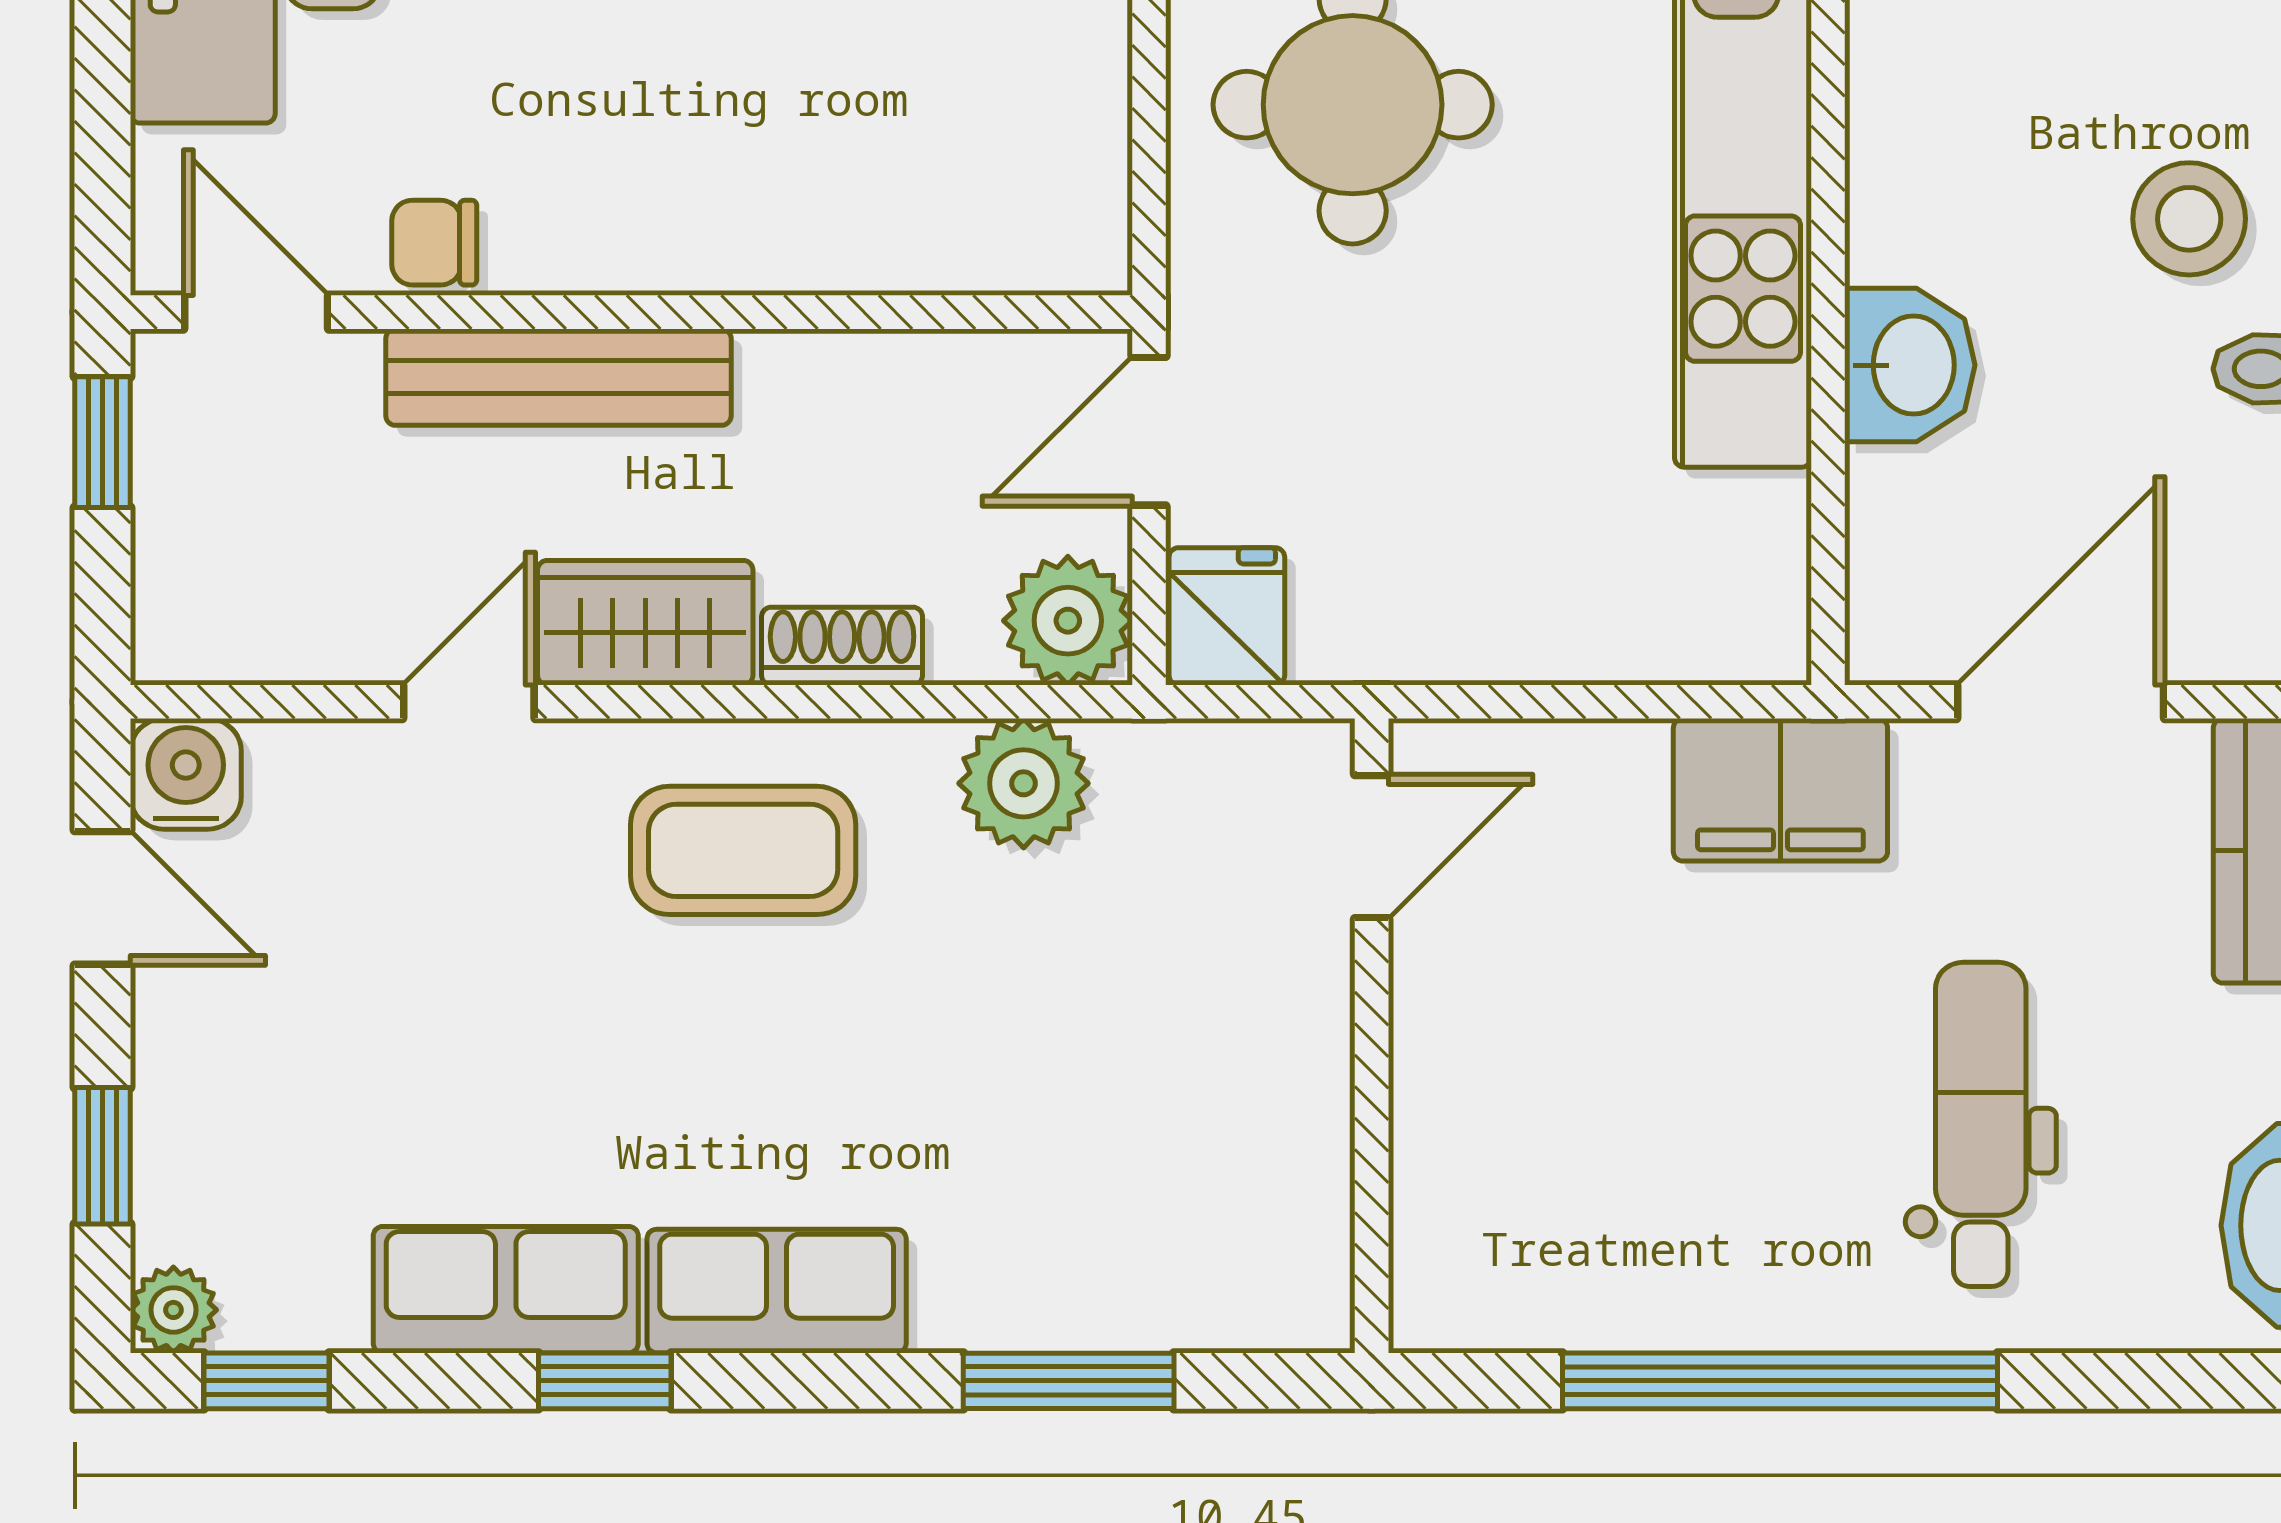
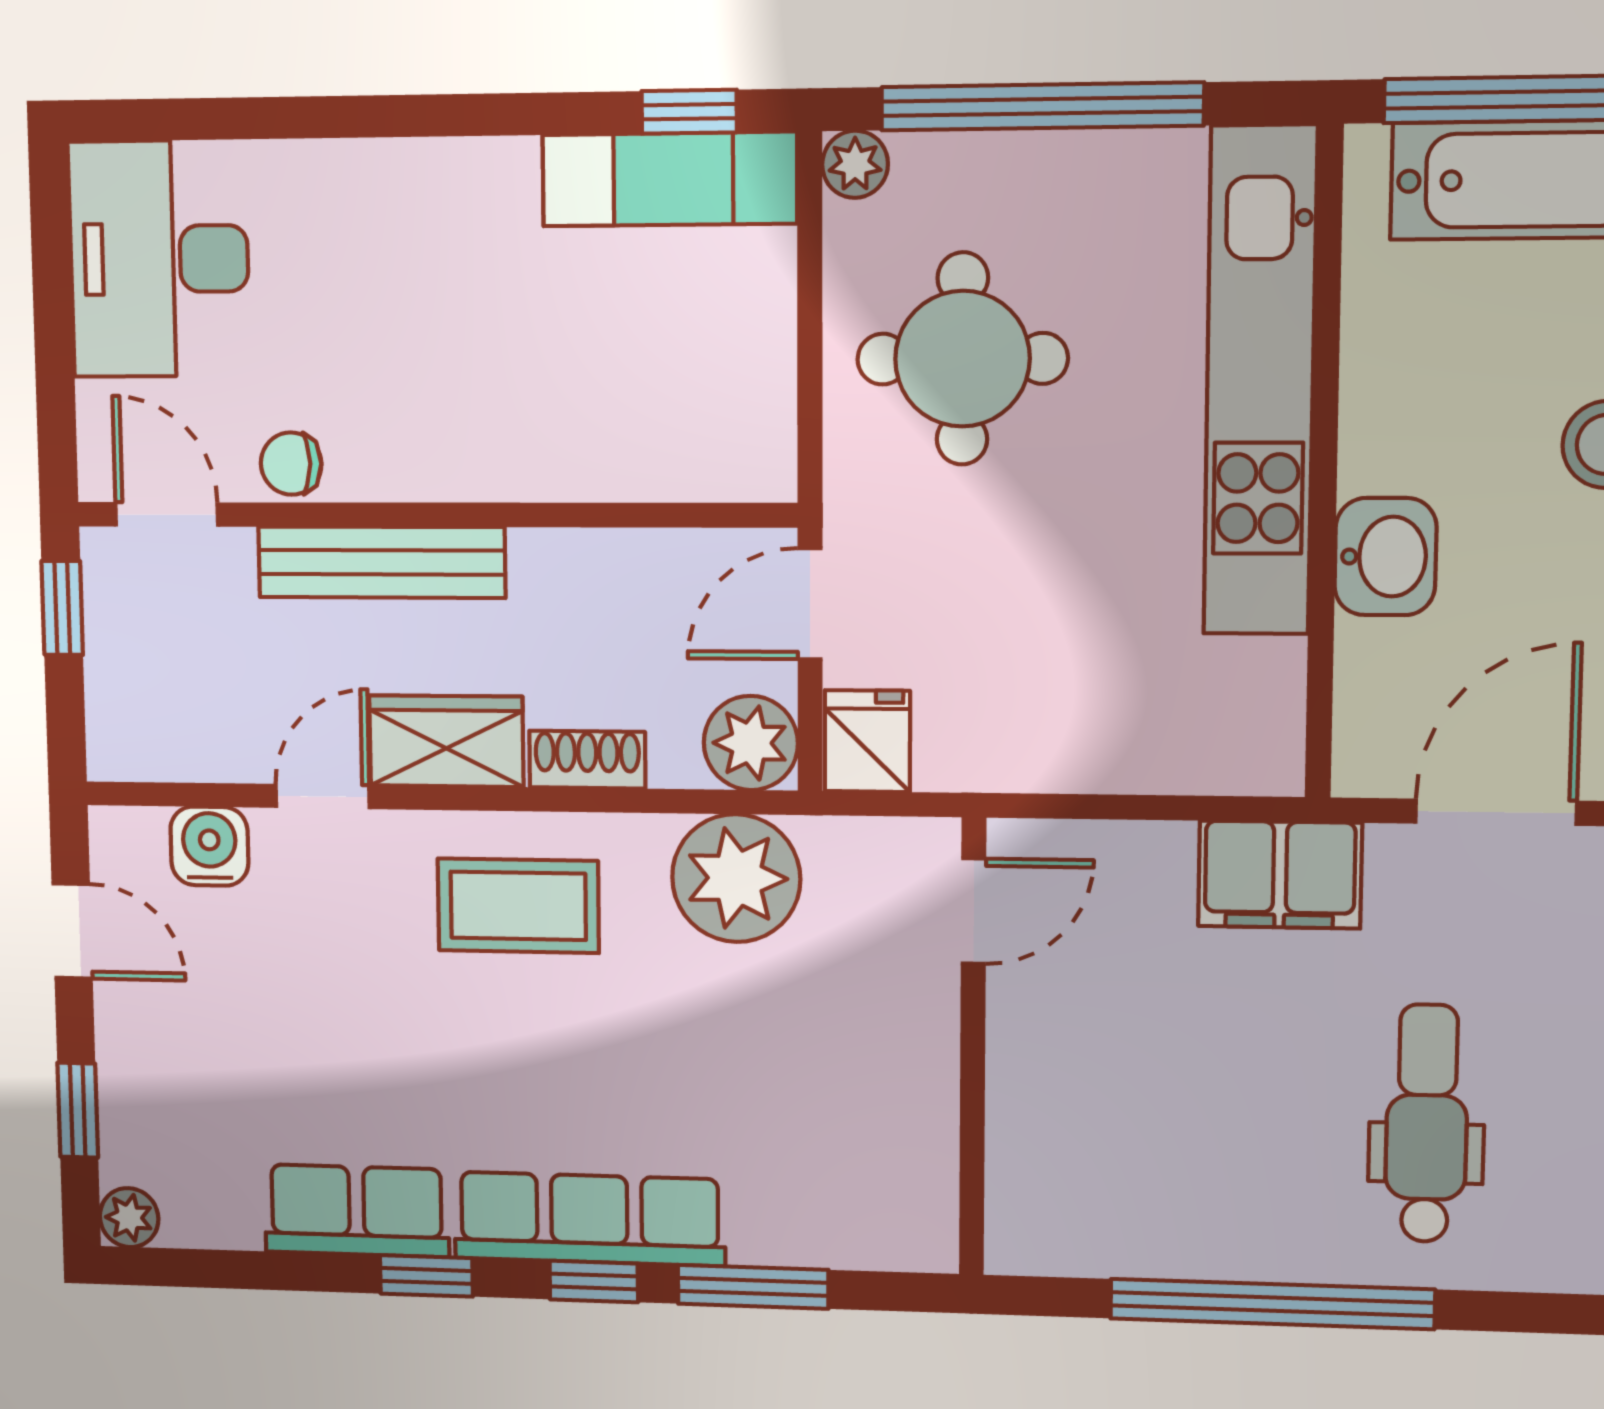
water cooler: (186, 774) -> (209, 846), moved
plant: (1024, 783) -> (736, 878), width x1.36, depth x1.36
row of seats: (777, 1291) -> (589, 1219), width x1.48
window: (266, 1381) -> (594, 1281), moved

